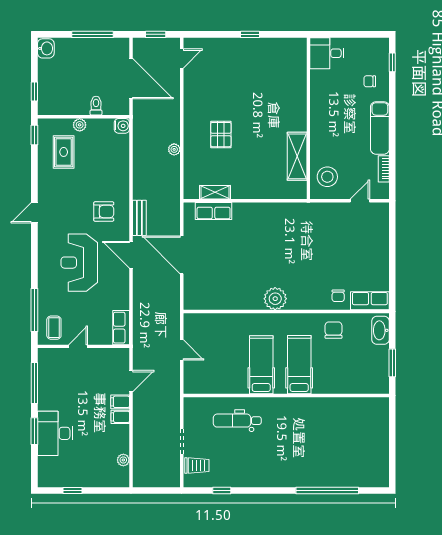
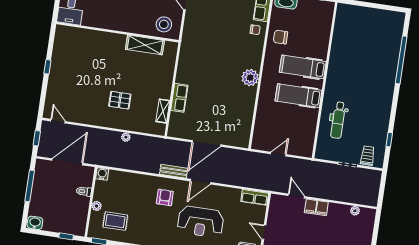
row of seats: (214, 211) -> (179, 98), moved

